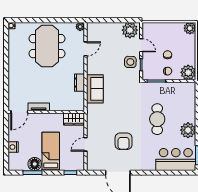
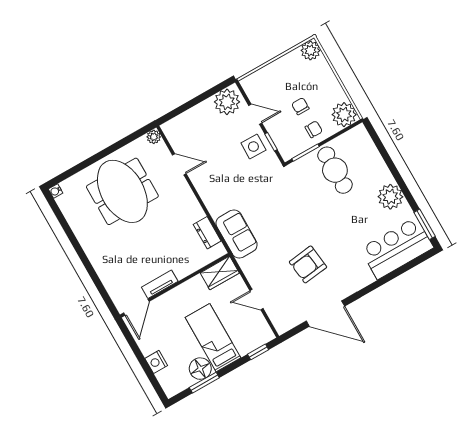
door: (85, 49) -> (179, 164), hinge flipped
dresser: (80, 83) -> (207, 233), moved
sofa: (95, 89) -> (237, 234), moved
cafe table: (157, 119) -> (335, 170), moved
armchair: (124, 141) -> (308, 264), turned 83
door: (85, 144) -> (257, 300), hinge flipped

